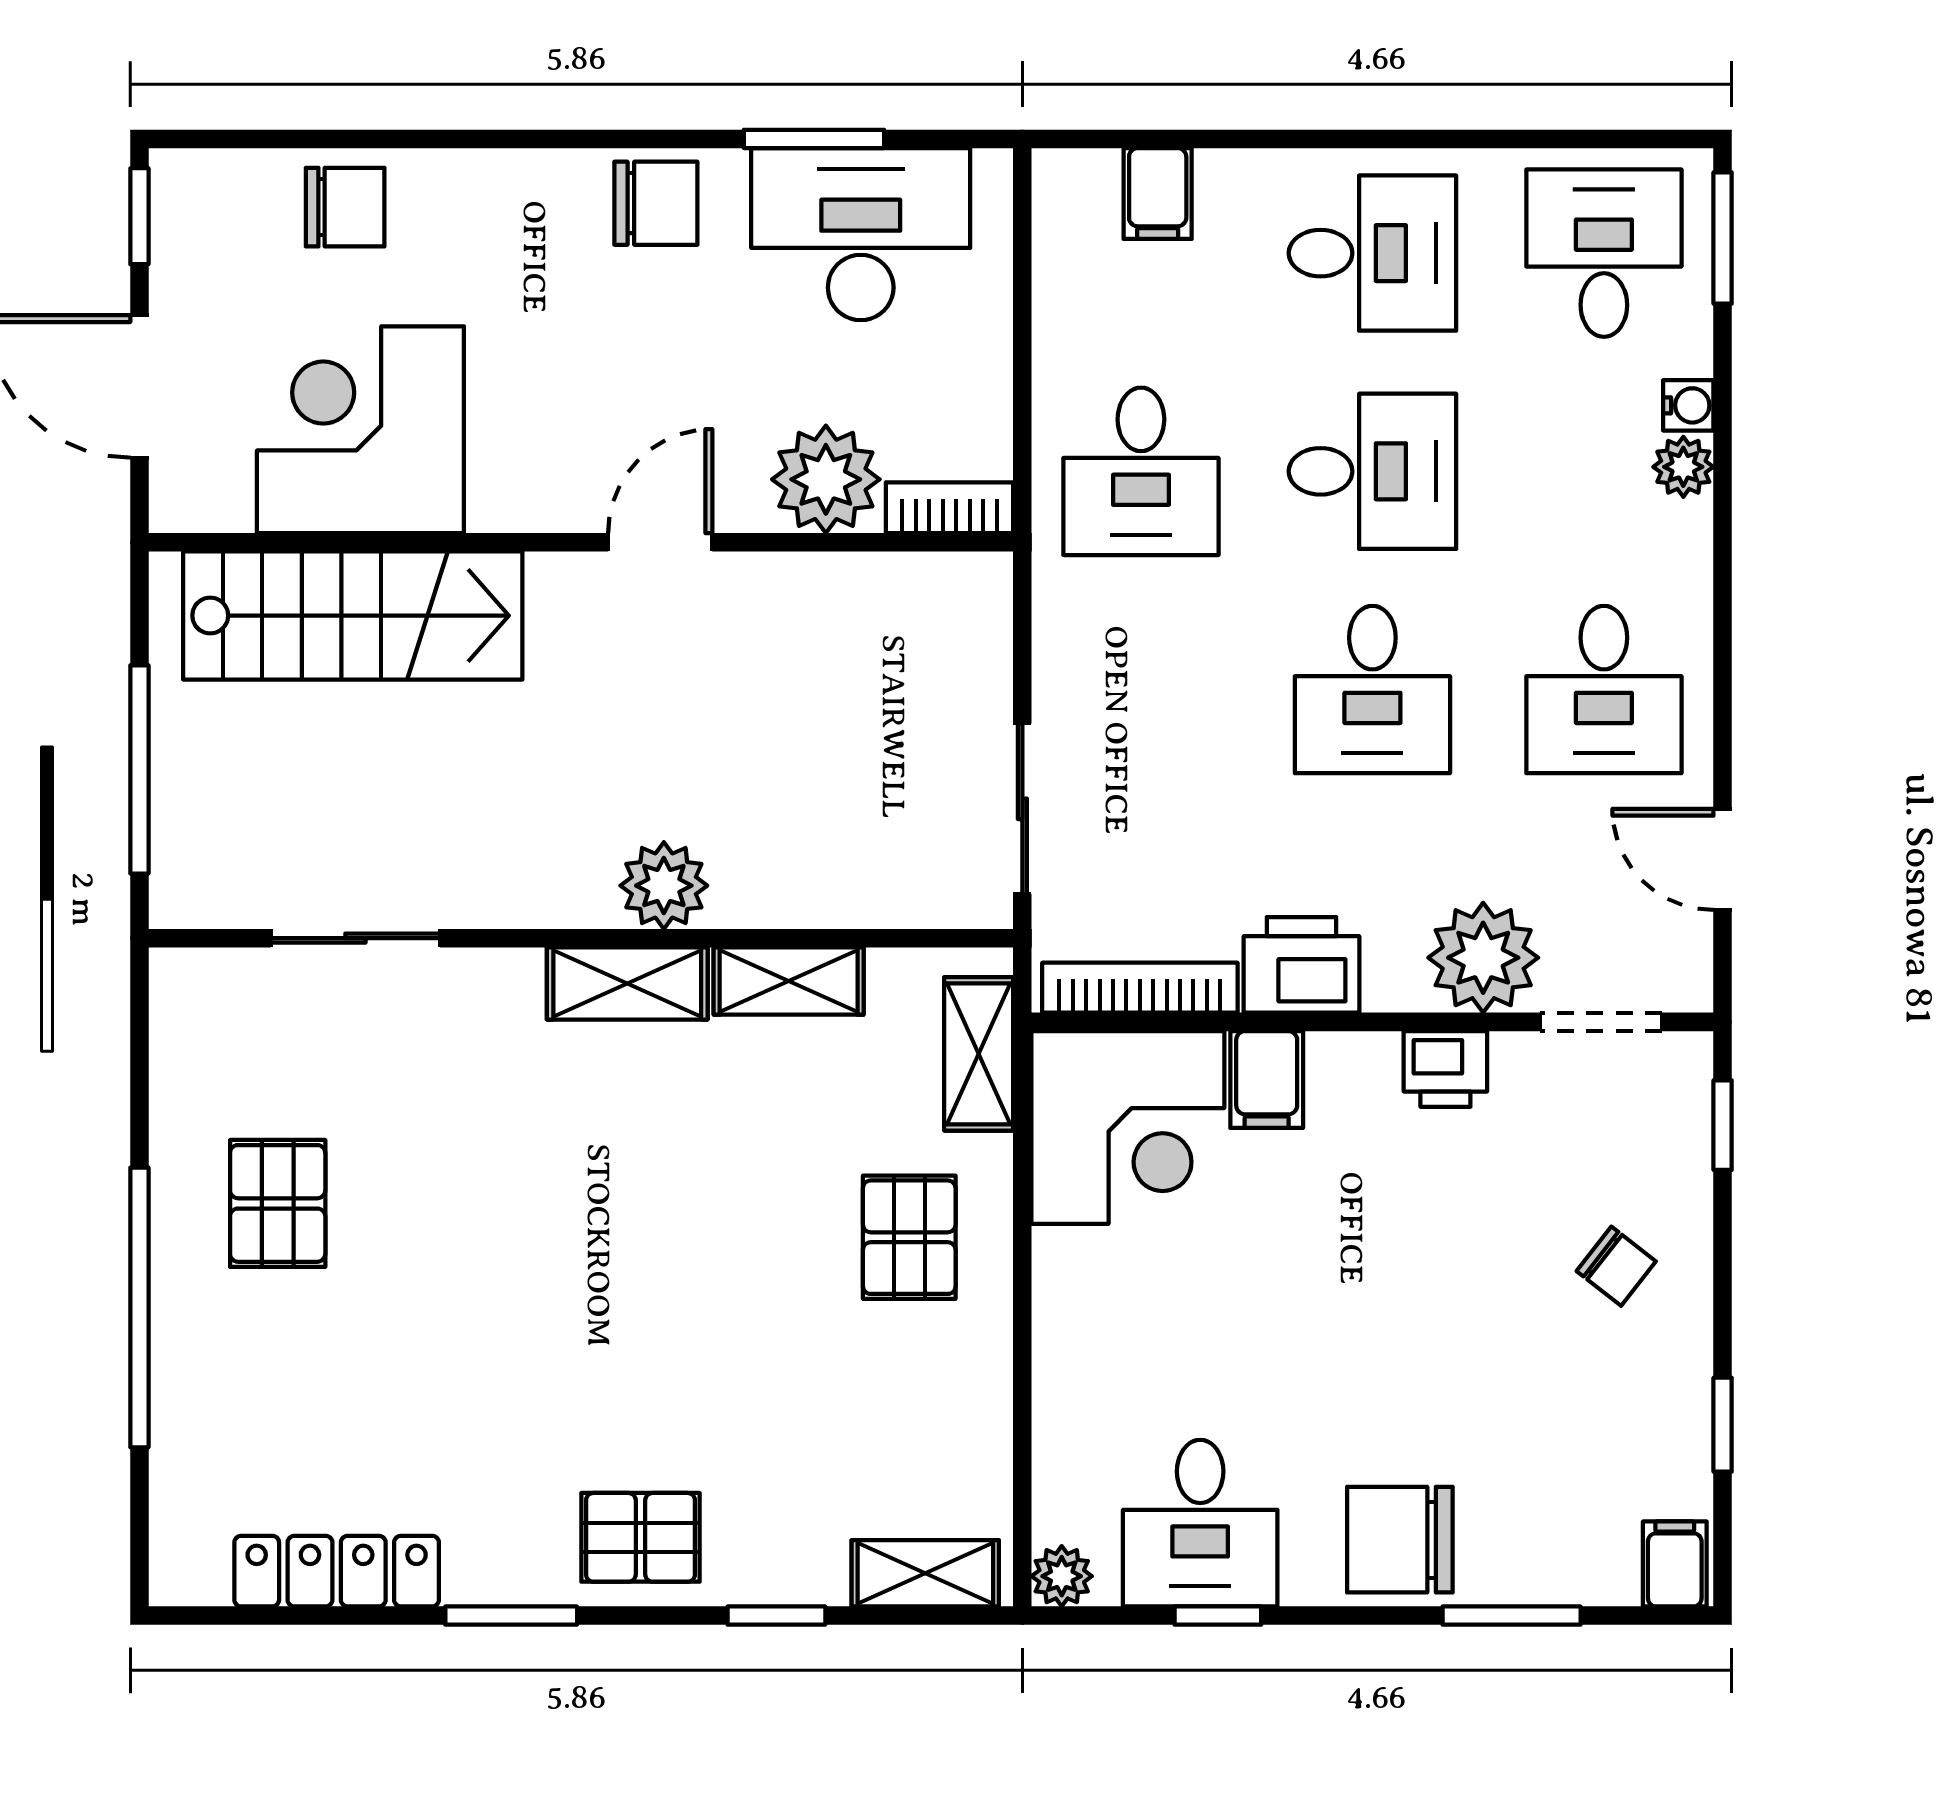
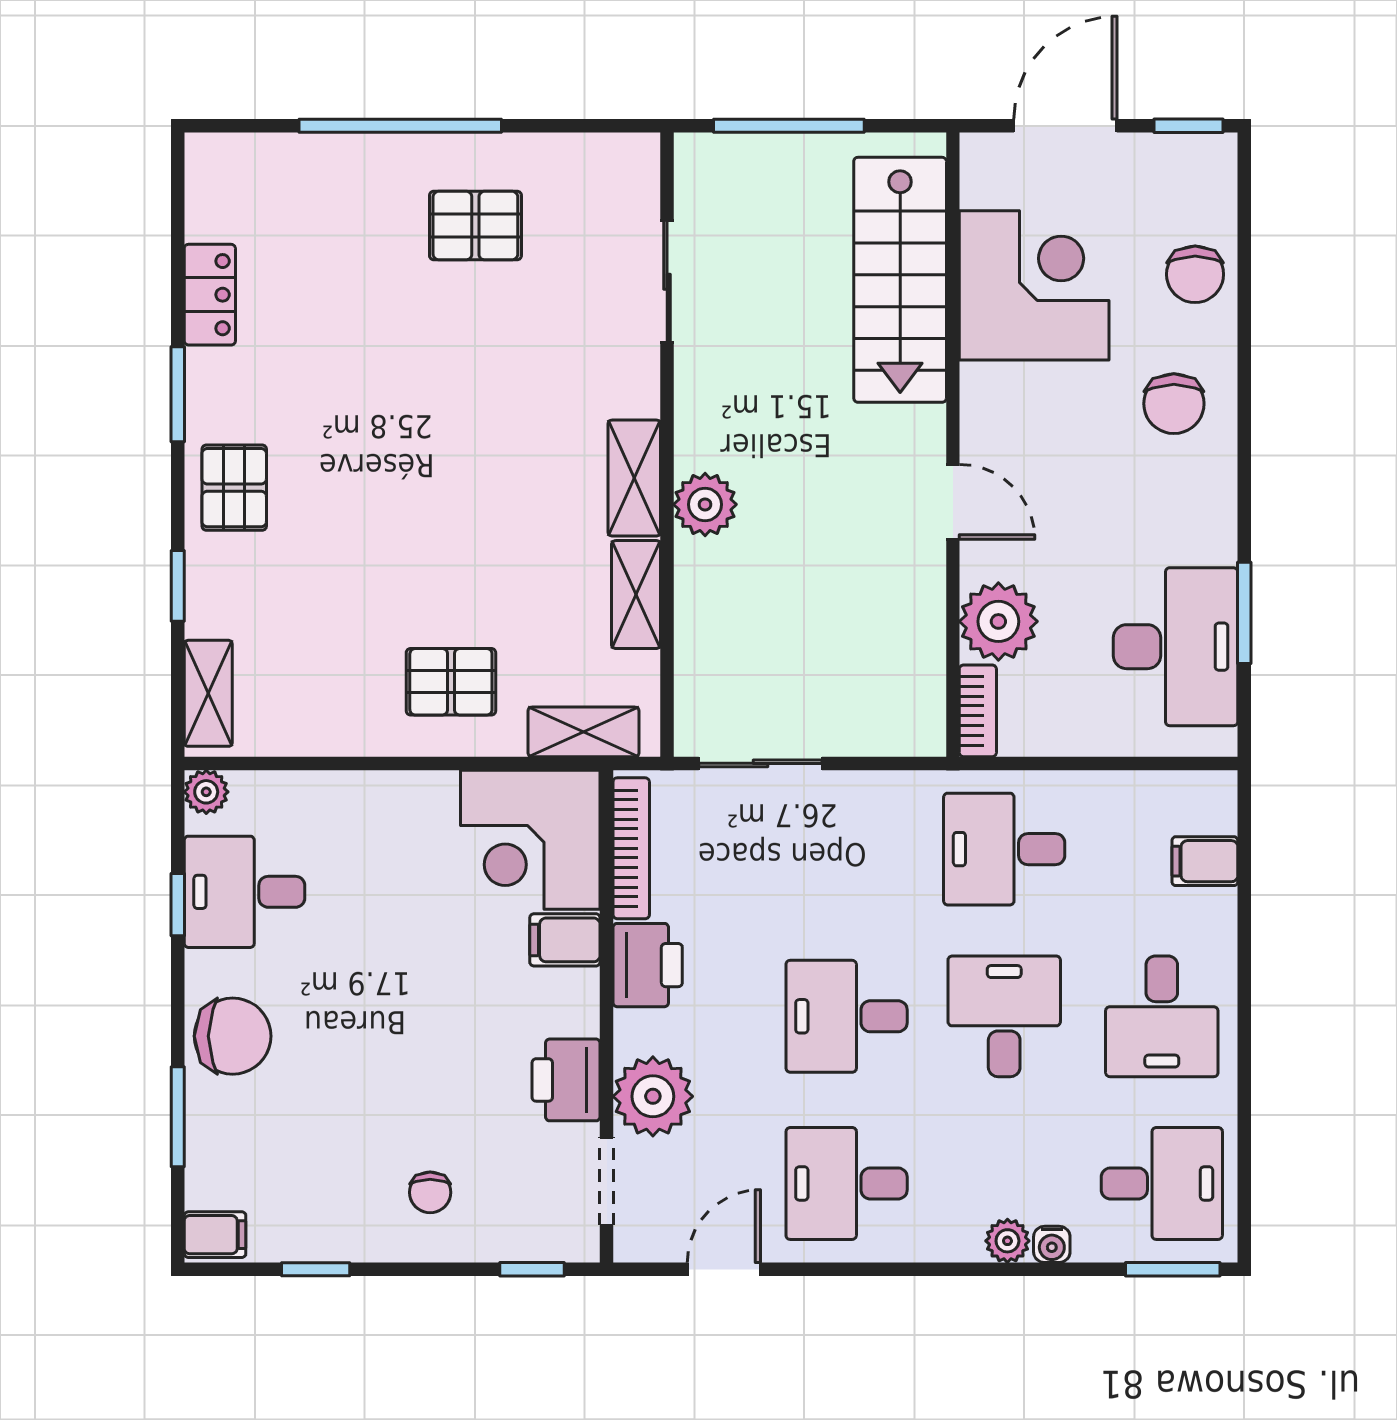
chair: (656, 203) -> (1174, 404), moved
desk: (1372, 471) -> (1004, 1016), turned 180
printer: (1445, 1069) -> (566, 1080), width x1.36, depth x1.24
chair: (1616, 1266) -> (430, 1192), turned -38
chair: (1400, 1540) -> (233, 1036), turned 90
locker: (337, 1571) -> (210, 295), width x0.66

